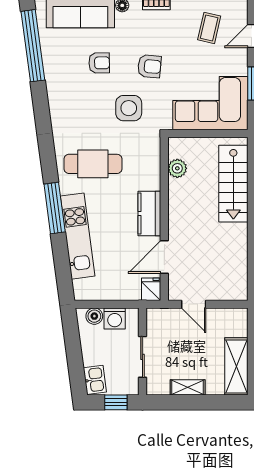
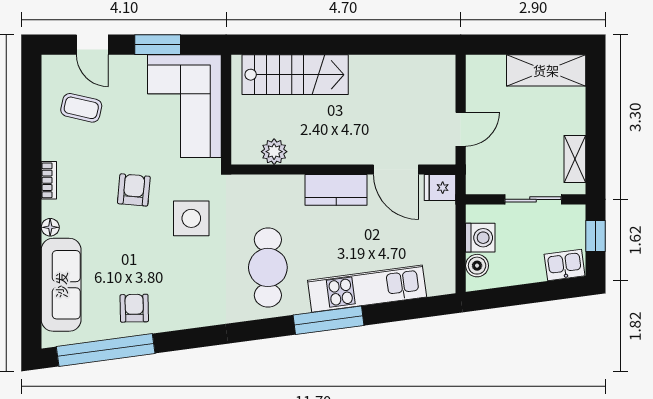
armchair: (99, 63) -> (134, 308), moved
shelving: (188, 387) -> (575, 159), moved

